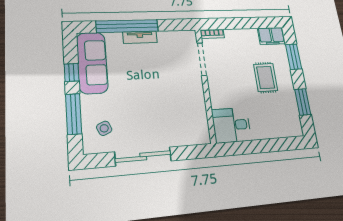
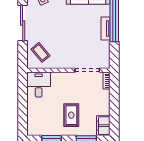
rug: (266, 77) -> (71, 115), turned 90
coffee table: (185, 126) -> (40, 52), added

